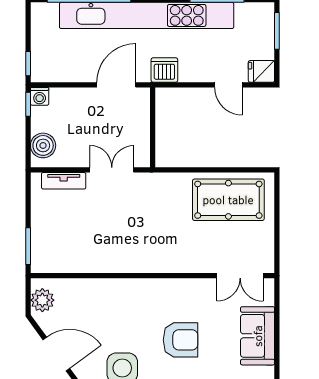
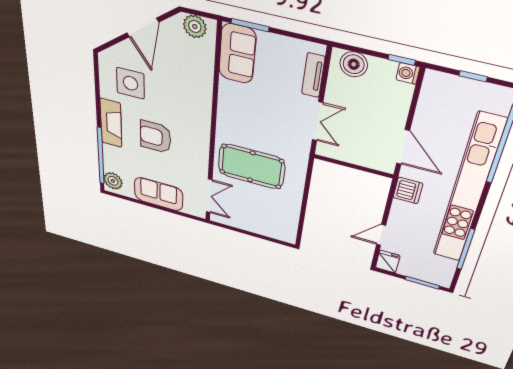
window: (28, 64) -> (473, 76), moved
pool table: (228, 200) -> (251, 166), moved, turned 90
sofa: (60, 256) -> (237, 54), added
double door: (240, 276) -> (209, 196), swing flipped
armchair: (181, 340) -> (155, 137), turned 90

